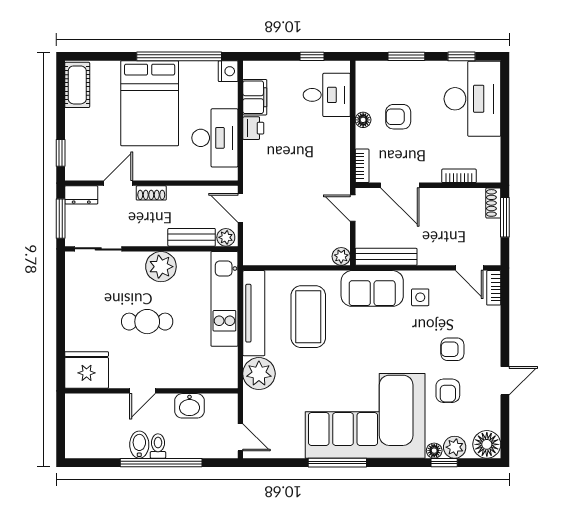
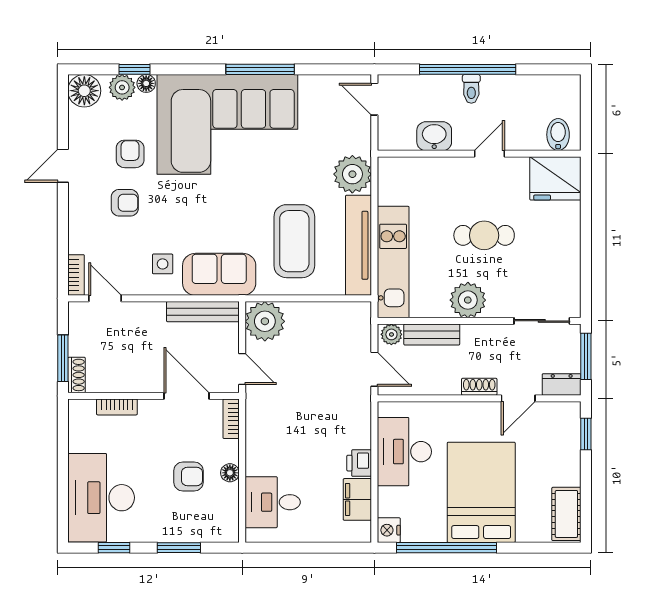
window: (312, 56) -> (290, 548), removed
plant: (341, 256) -> (265, 321), width x1.88, depth x1.88
bidet: (139, 445) -> (558, 135), moved, turned 180

